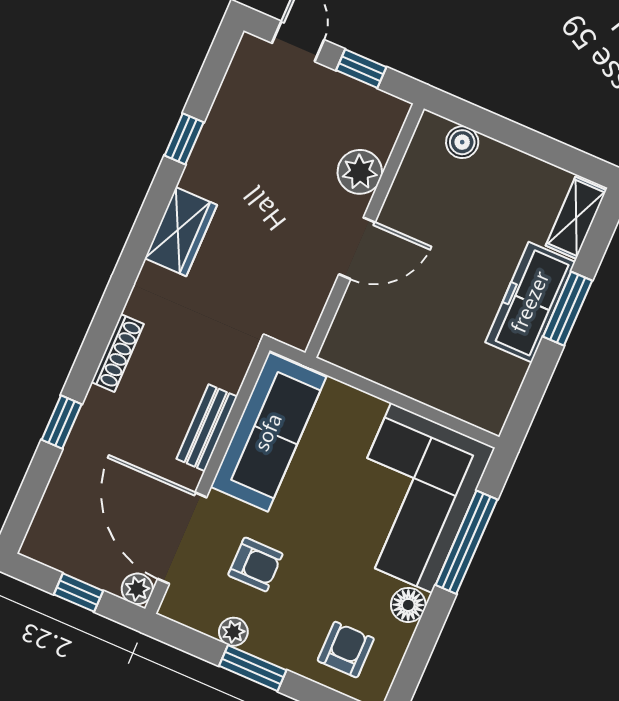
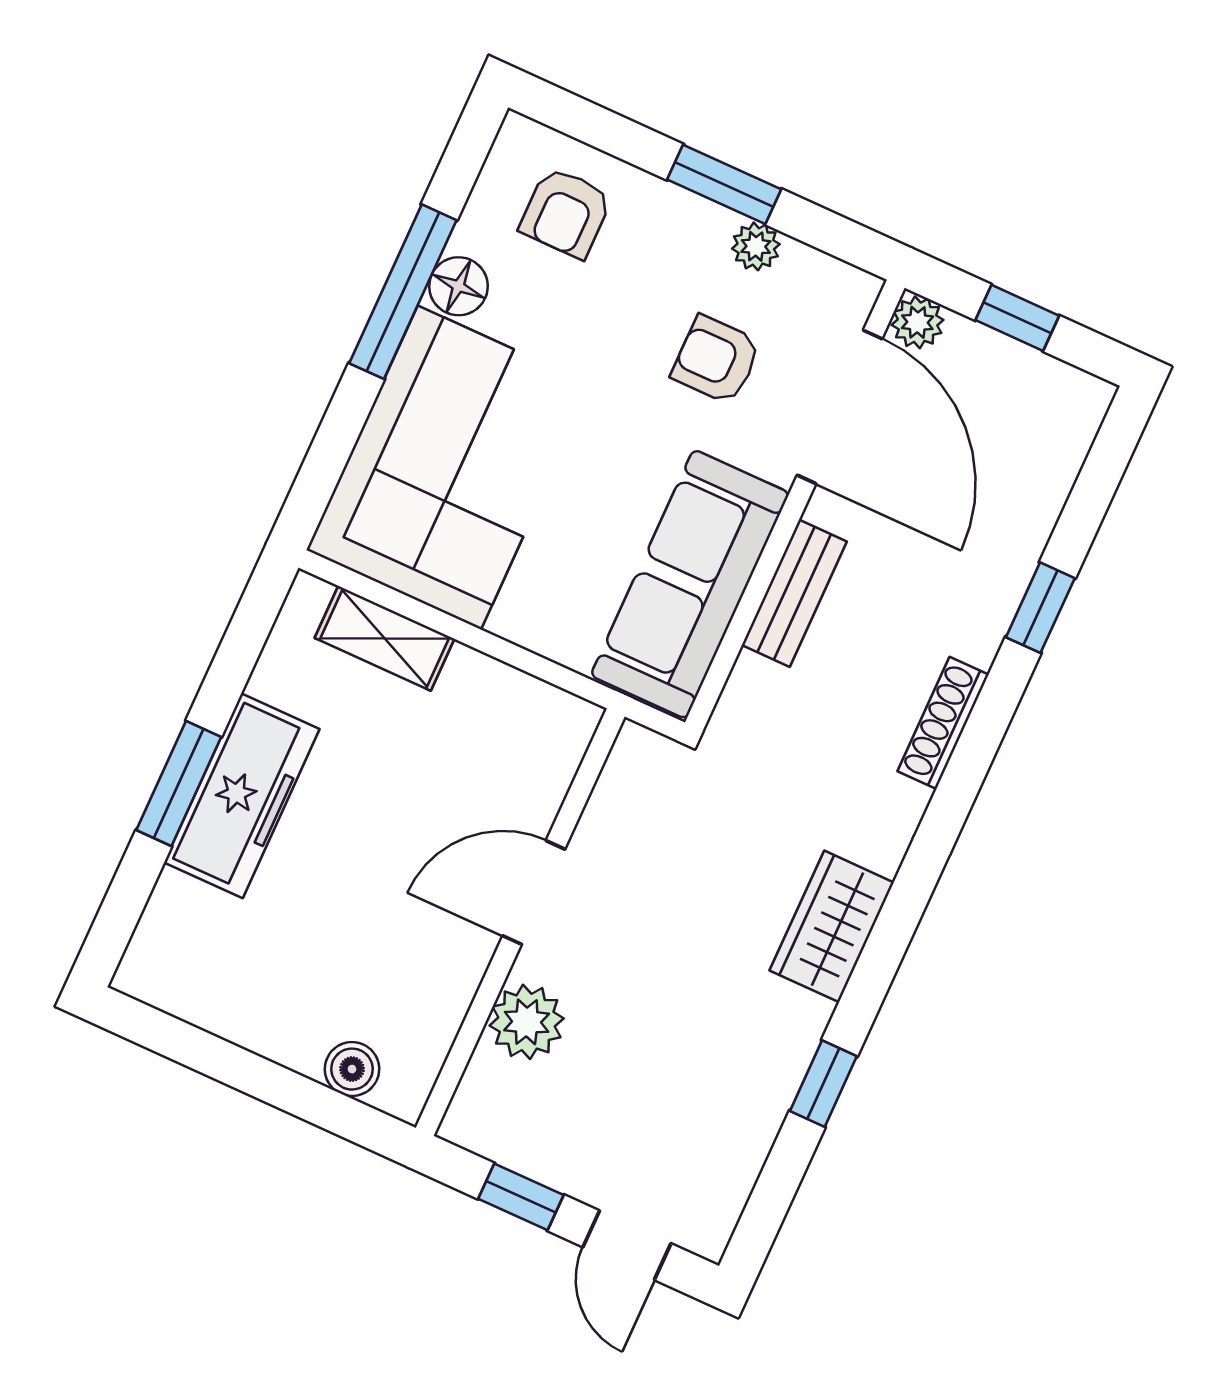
shelving: (576, 218) -> (385, 638), moved, turned 90
window: (466, 542) -> (403, 292), moved

